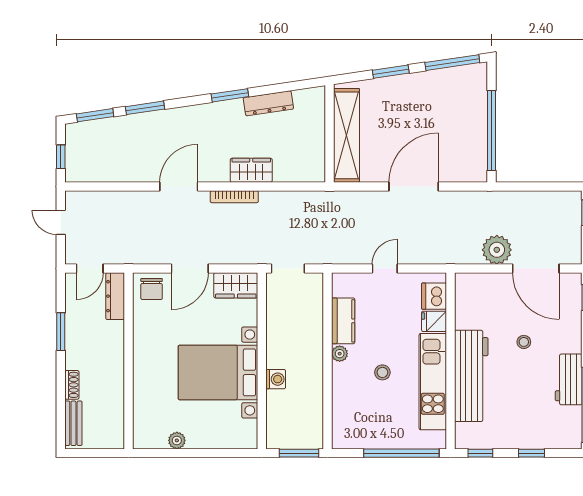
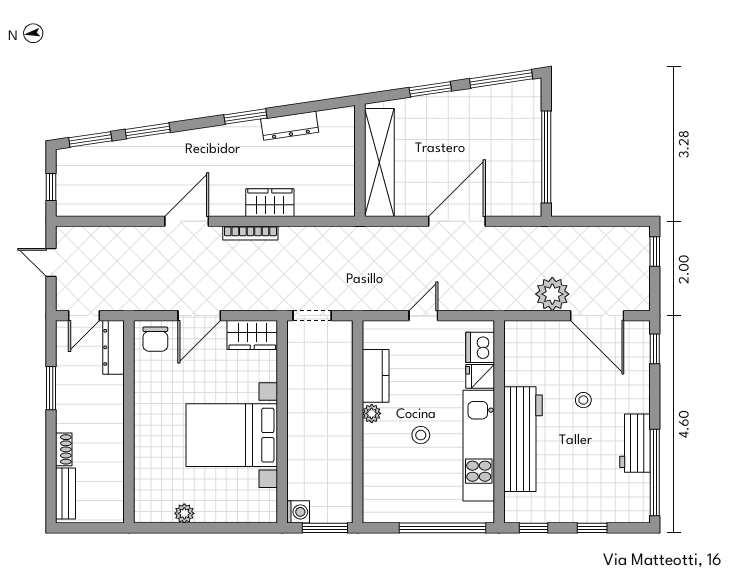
washing machine: (276, 379) -> (298, 512), moved

